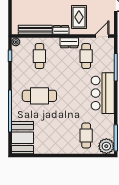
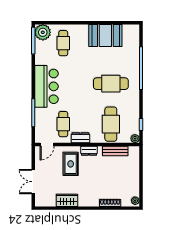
bench: (35, 30) -> (115, 151), width x0.73
cafe table: (39, 56) -> (111, 124), width x1.37, depth x1.35
booth: (22, 138) -> (105, 35), moved, turned 90

